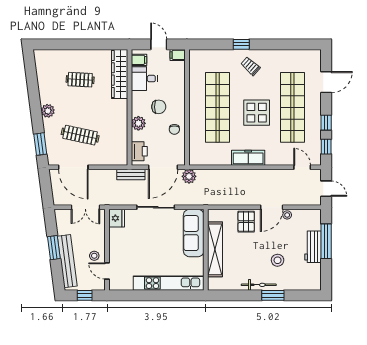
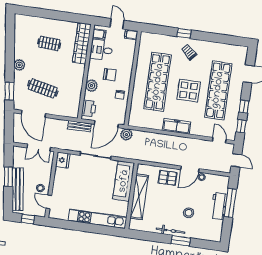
pallet: (246, 222) -> (168, 178), turned 90

